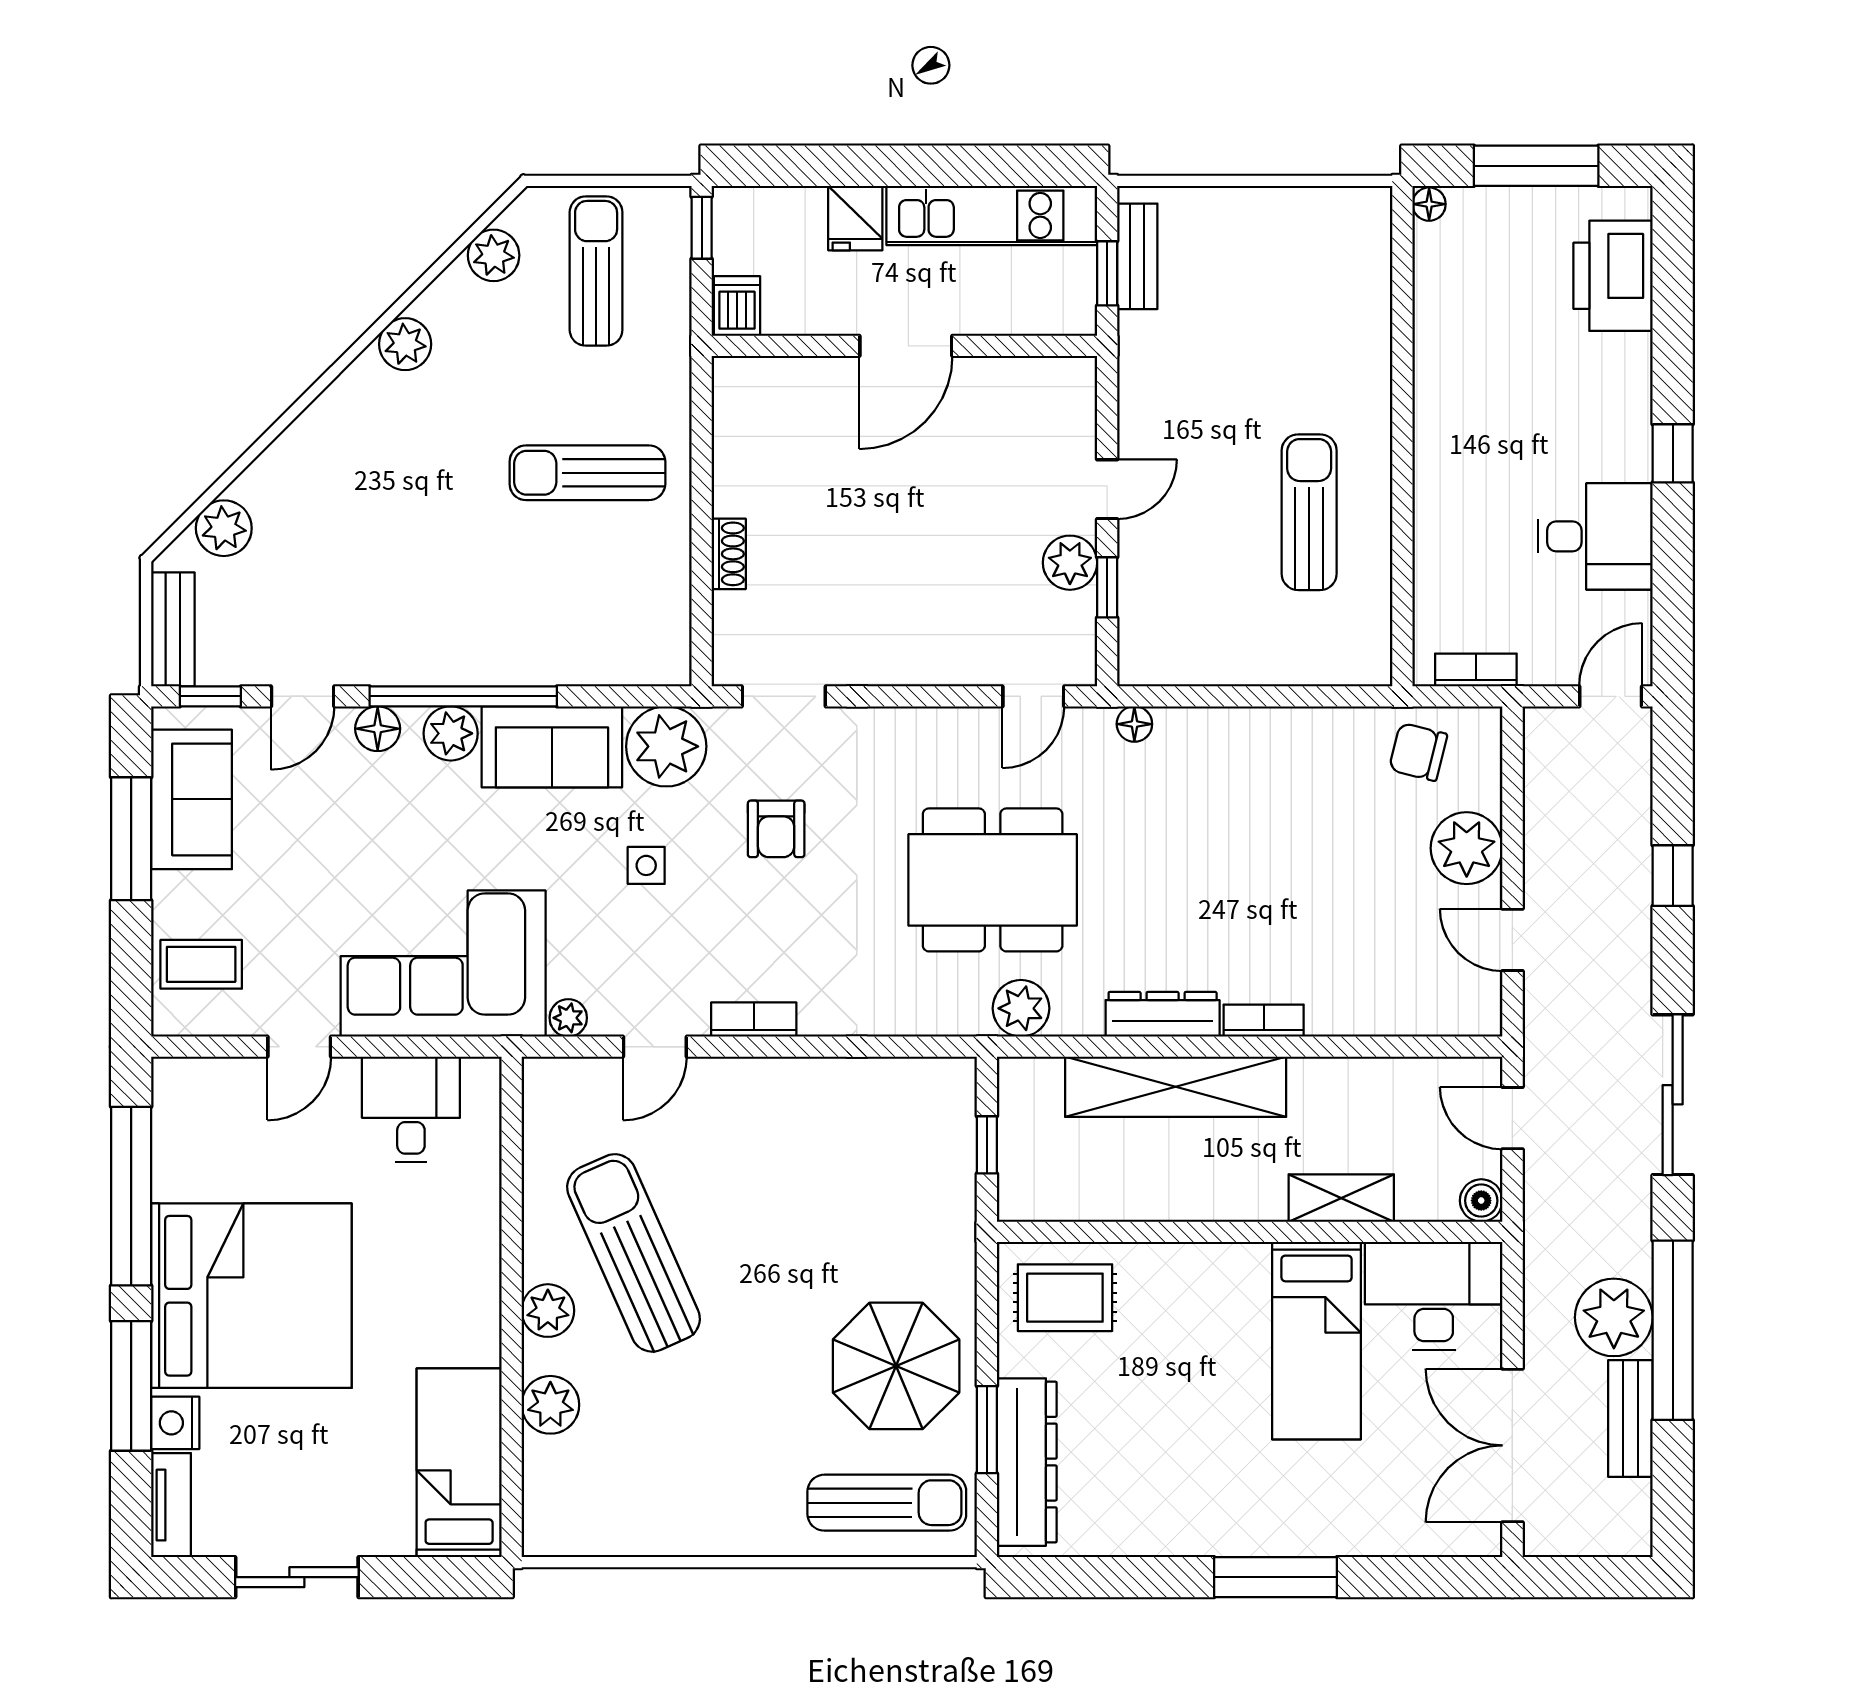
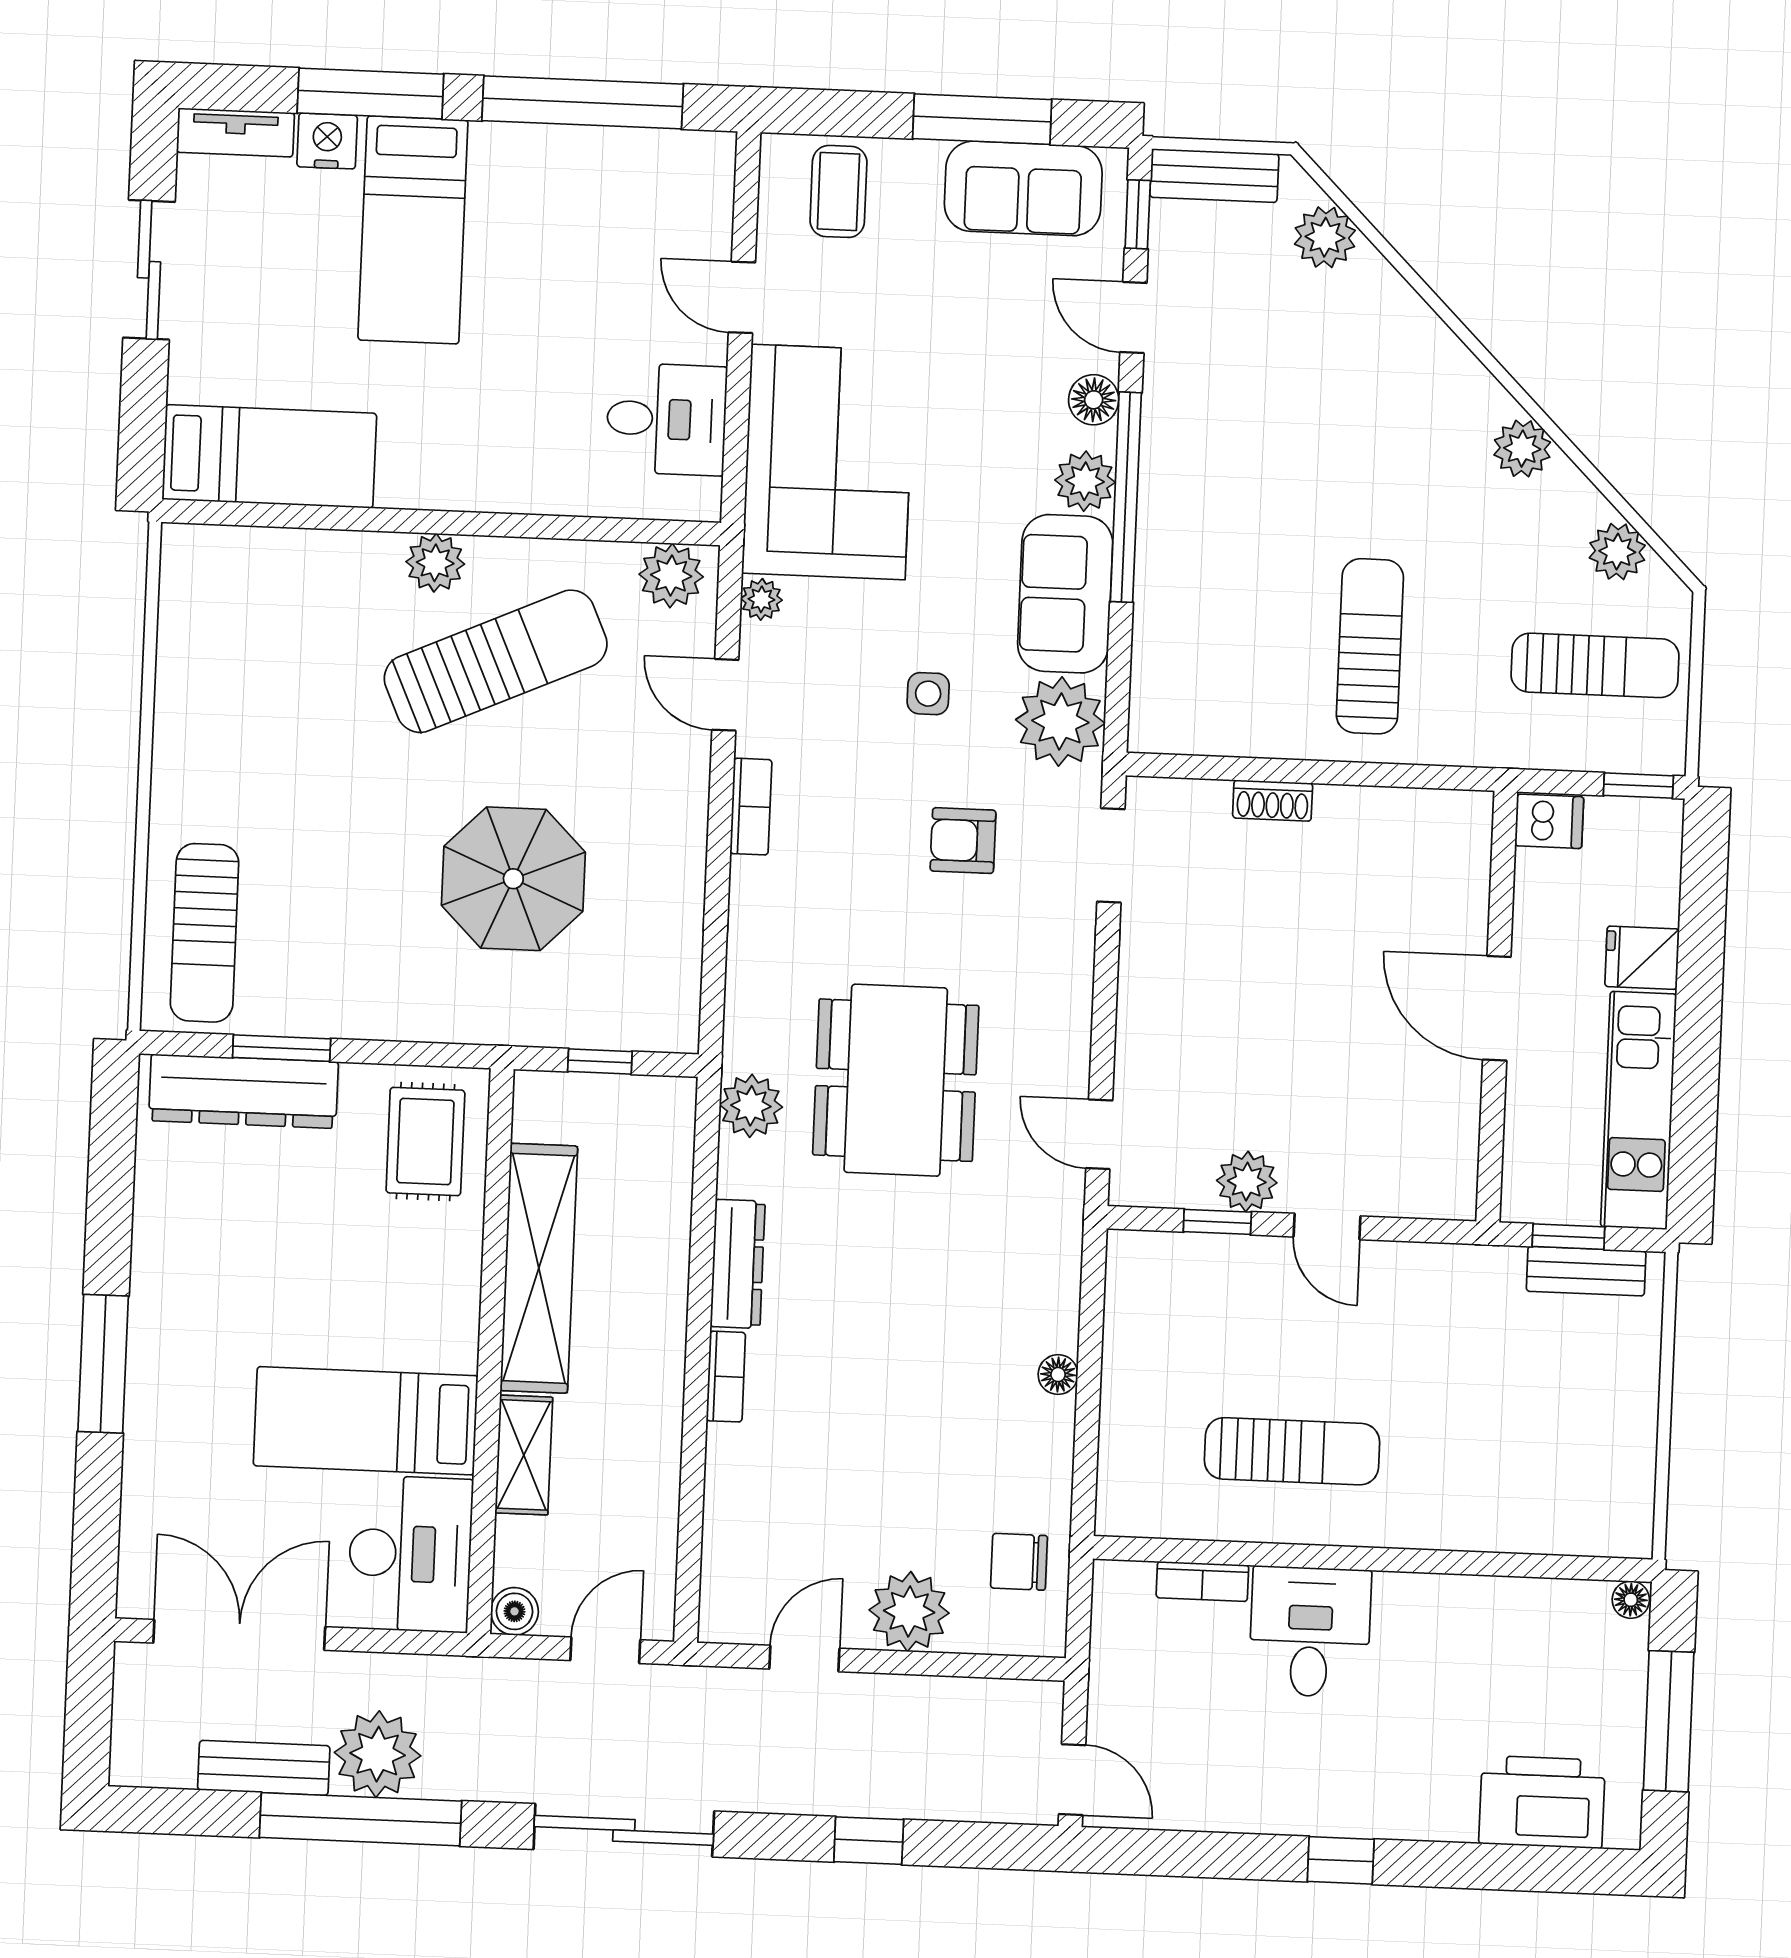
desk: (1595, 536) -> (1310, 1632), moved, turned 180
bookcase: (1476, 670) -> (1202, 1581), moved, turned 90
floor lamp: (1134, 724) -> (1058, 1375), moved
chair: (1418, 752) -> (1019, 1562), turned -104
shelving: (1176, 1087) -> (539, 1268), moved
bed: (251, 1296) -> (413, 230), width x0.49
parasol: (896, 1366) -> (513, 879), moved
plant: (550, 1405) -> (671, 576), moved

